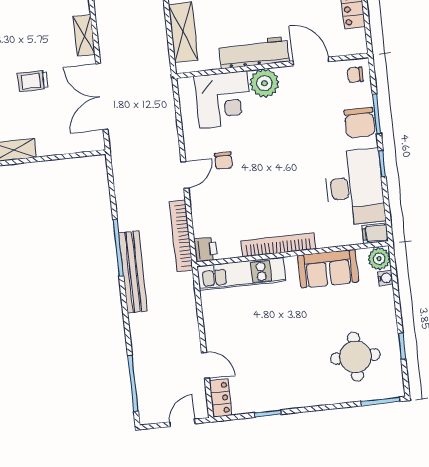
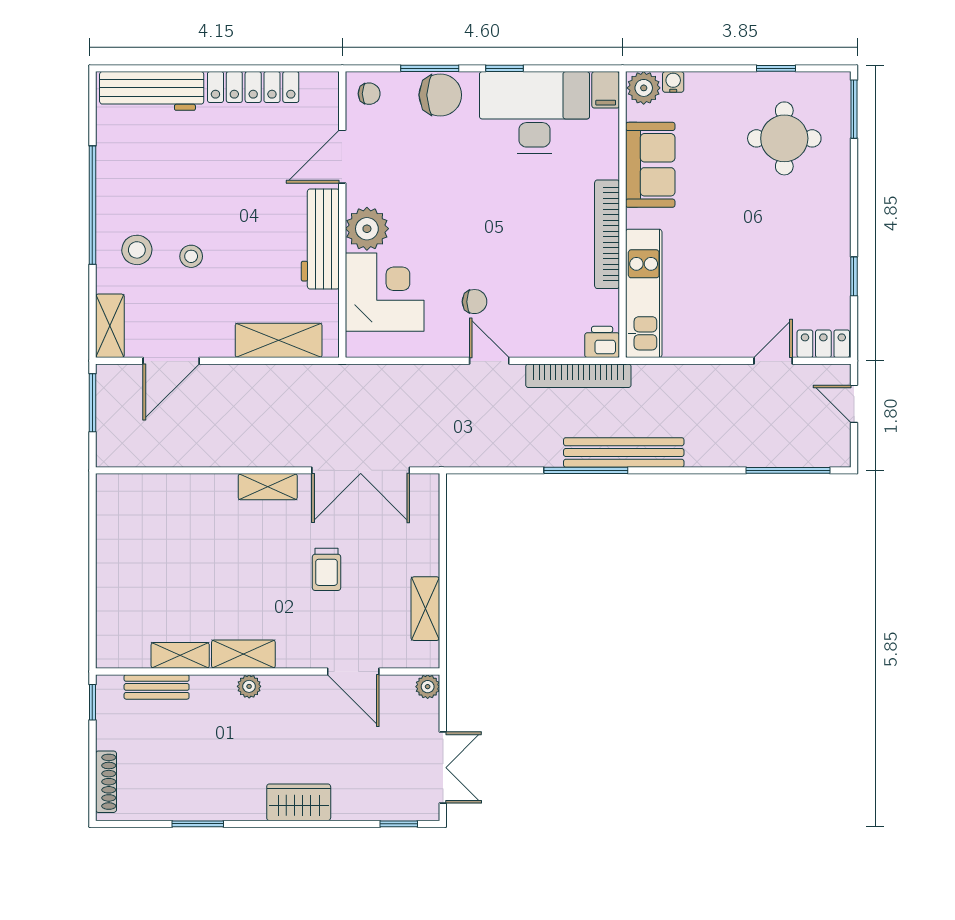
chair: (355, 75) -> (369, 94), turned -90

